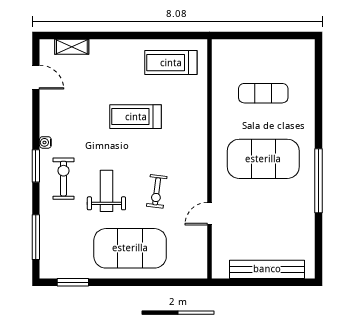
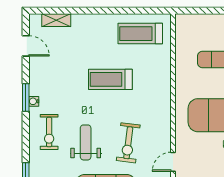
window: (36, 166) -> (26, 98), moved
exercise bike: (63, 179) -> (49, 132), turned 180
exercise bike: (157, 191) -> (128, 143), width x1.38, depth x1.39

